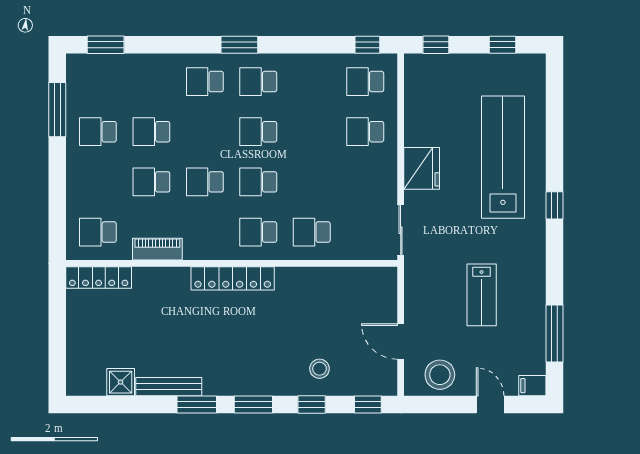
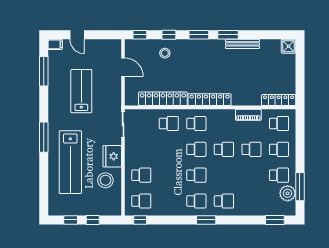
window: (436, 45) -> (93, 220), moved
plant: (81, 97) -> (288, 193), added
school desk: (151, 132) -> (279, 149), moved
window: (555, 205) -> (44, 137), width x2.17
locker: (323, 280) -> (163, 99), added
lab bench: (482, 295) -> (81, 91), width x1.36, depth x1.39
stool: (440, 375) -> (105, 180), moved
shower: (121, 382) -> (288, 46), moved

